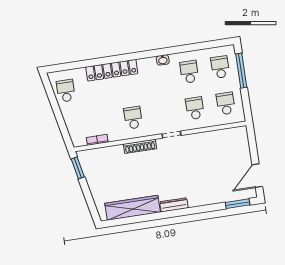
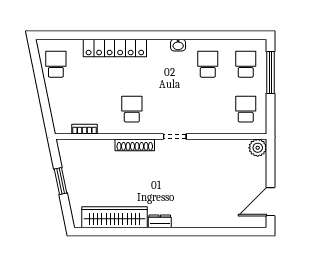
school desk: (195, 108) -> (208, 109), removed
plant: (240, 133) -> (258, 148), added
window: (78, 168) -> (60, 181), moved
window: (238, 204) -> (242, 232), removed
dresser: (174, 205) -> (160, 221), width x0.70

